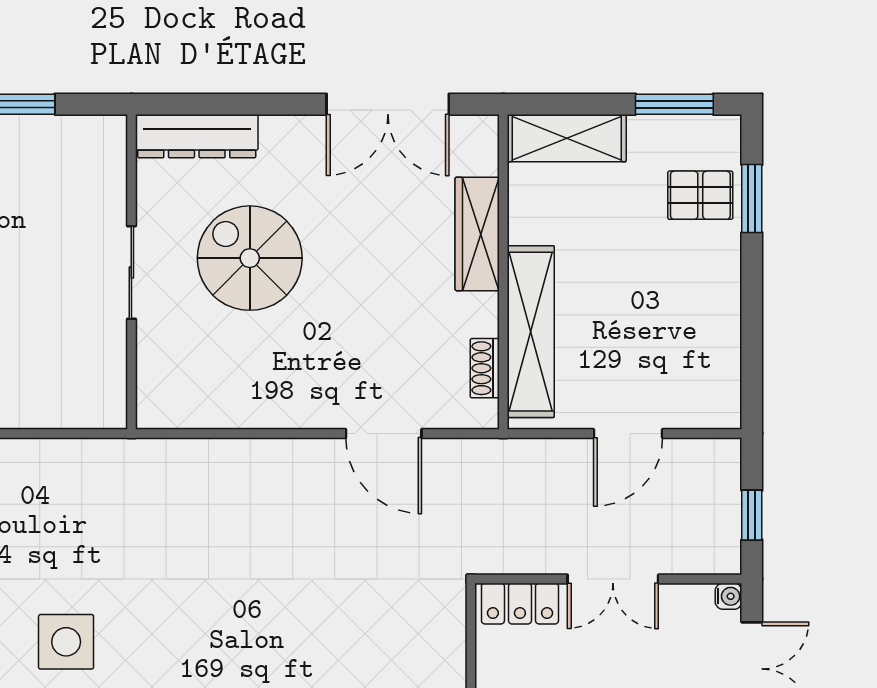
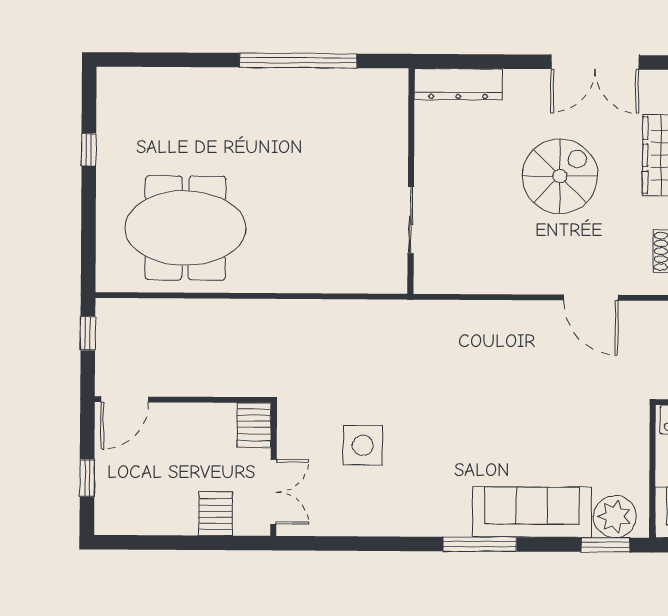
spiral stairs: (250, 258) -> (560, 176), moved, turned 90
sliding door: (131, 272) -> (411, 220), moved

